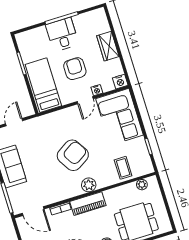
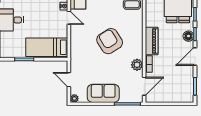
armchair: (75, 69) -> (41, 18), removed
plant: (89, 185) -> (137, 65), moved

